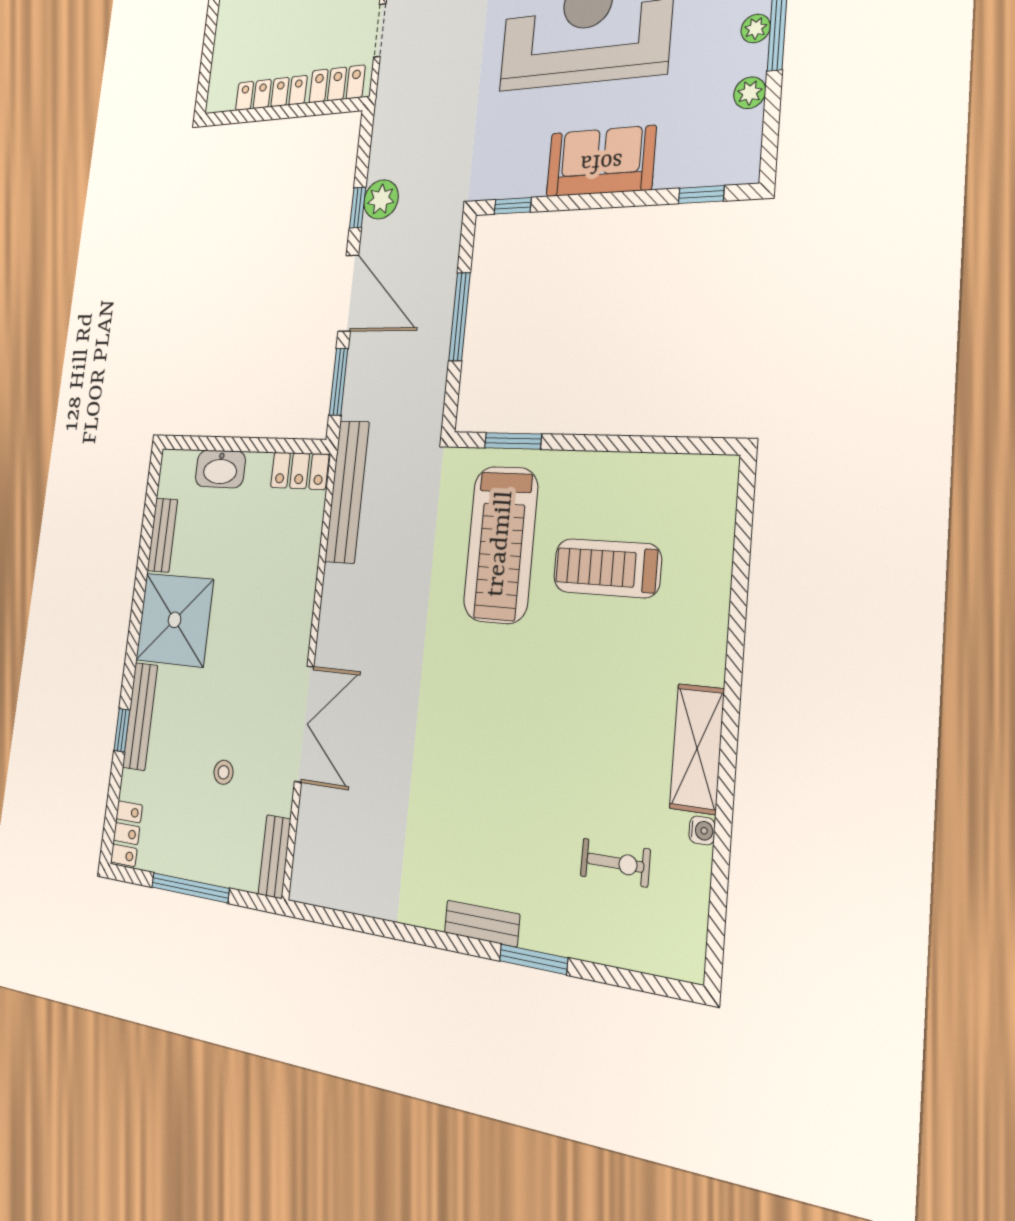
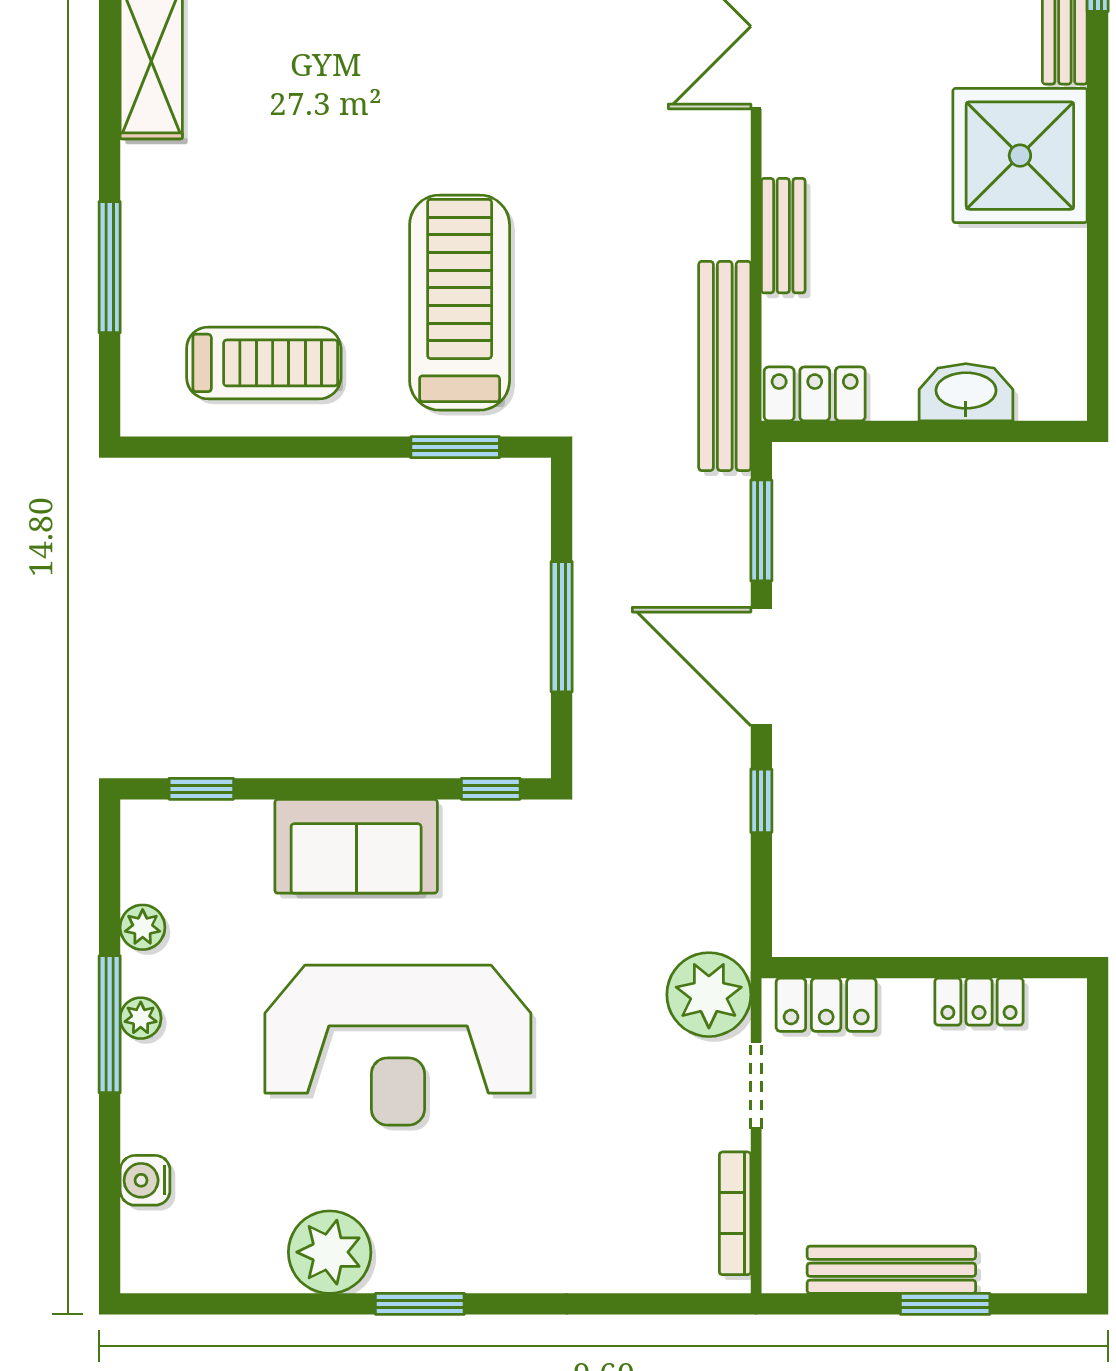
locker: (271, 93) -> (979, 1002), width x0.66
plant: (381, 199) -> (709, 995), moved, width x1.36, depth x1.36
bench: (162, 535) -> (783, 236), moved
treadmill: (607, 568) -> (264, 363), moved
window: (739, 587) -> (110, 267), added

